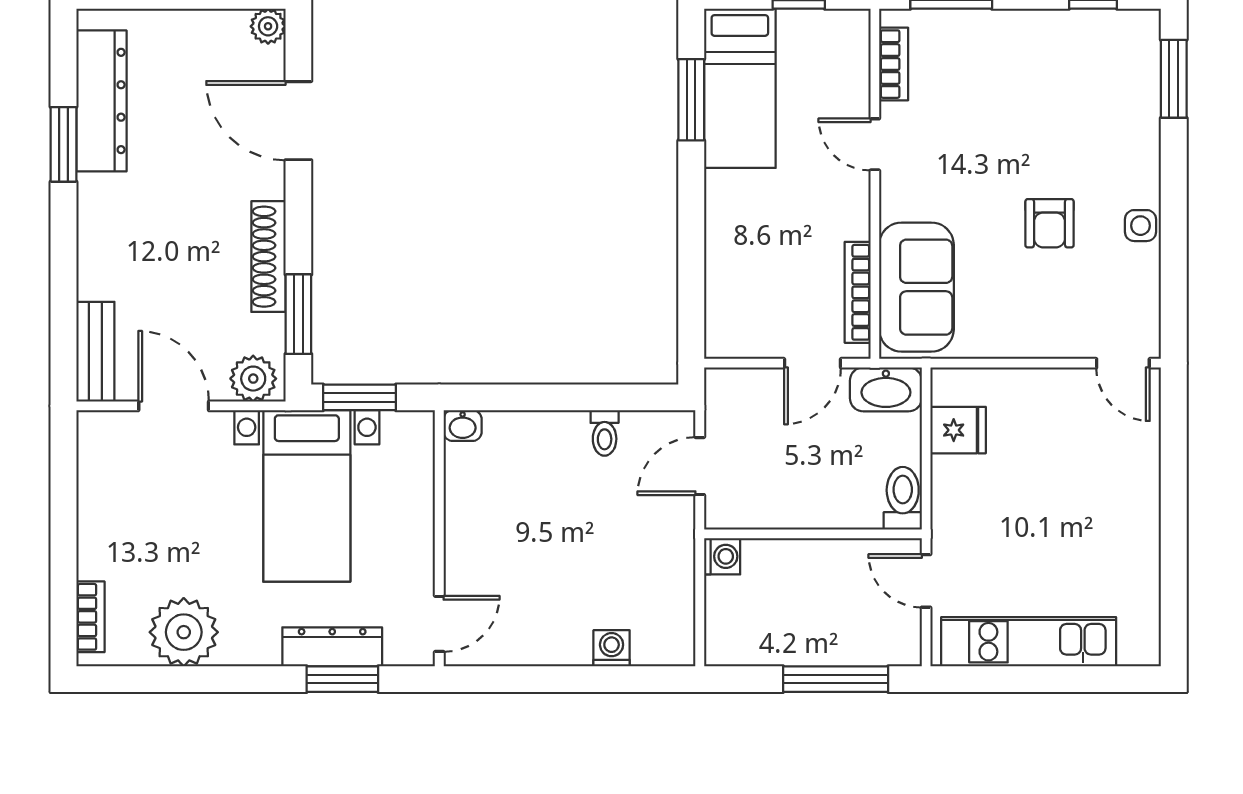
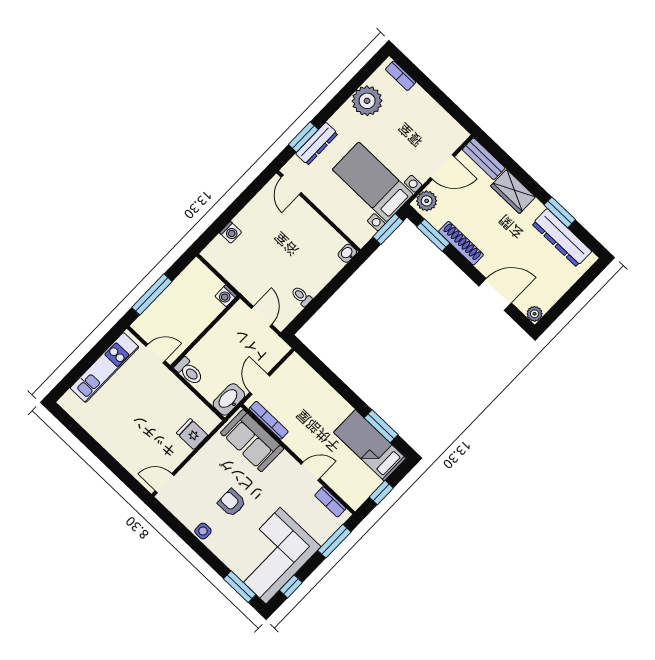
corner sofa: (1071, 73) -> (273, 556), added
wardrobe: (103, 253) -> (513, 191), added
fridge: (958, 430) -> (192, 434), moved, turned 90

